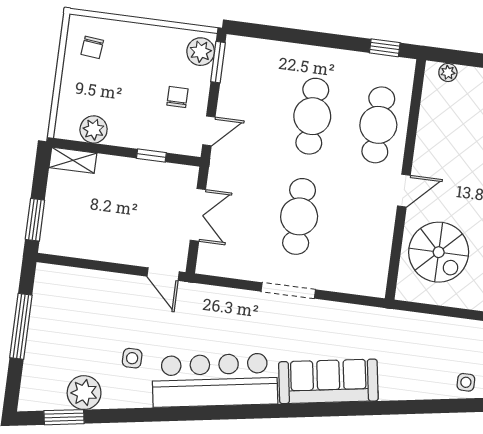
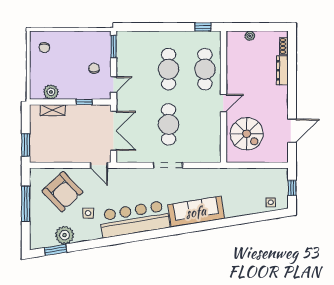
plant: (201, 52) -> (103, 42), removed
plant: (448, 72) -> (250, 36), moved
shelving: (73, 160) -> (53, 110), moved
double door: (198, 215) -> (114, 131), width x1.37
armchair: (91, 313) -> (62, 192), added

